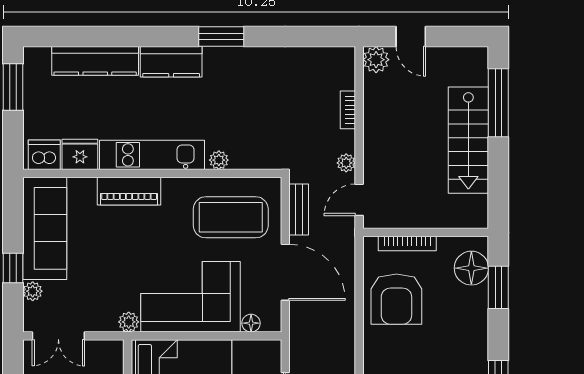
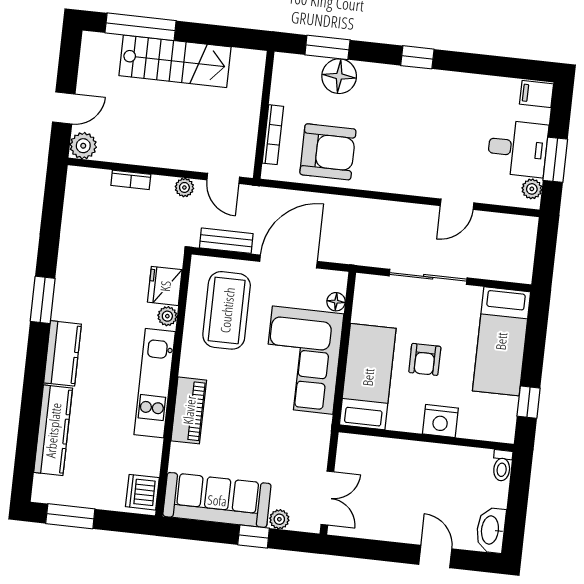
fridge: (80, 154) -> (165, 286), moved
floor lamp: (471, 268) -> (339, 76), moved
plant: (129, 322) -> (321, 425), removed

